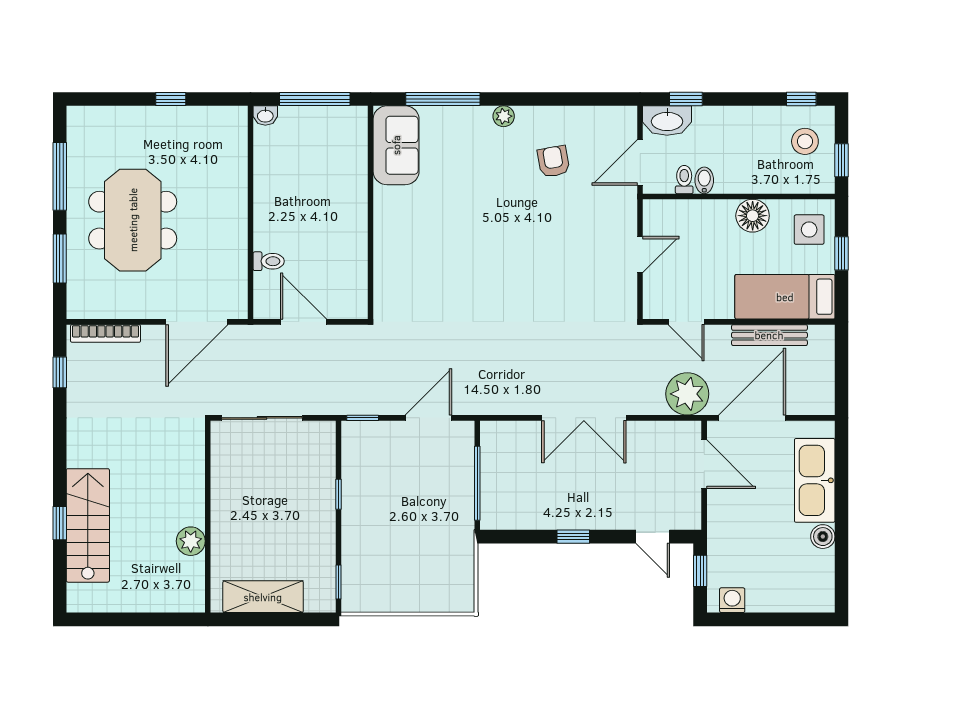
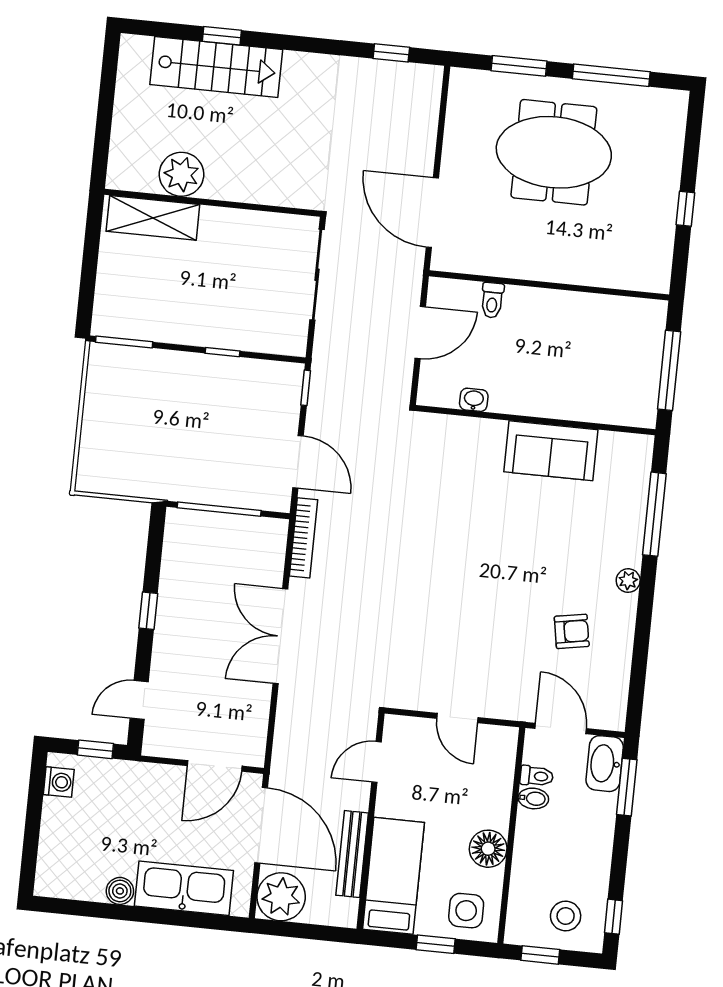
window: (686, 99) -> (627, 787), width x1.50
washbasin: (265, 116) -> (474, 400), moved, turned 90
sofa: (396, 145) -> (551, 451), moved
bookcase: (106, 333) -> (303, 538), moved, turned 180
plant: (687, 394) -> (281, 897), moved
plant: (191, 541) -> (181, 174), width x1.36, depth x1.36
window: (339, 582) -> (124, 342), width x1.50
shelving: (263, 597) -> (153, 218), moved, turned 90

